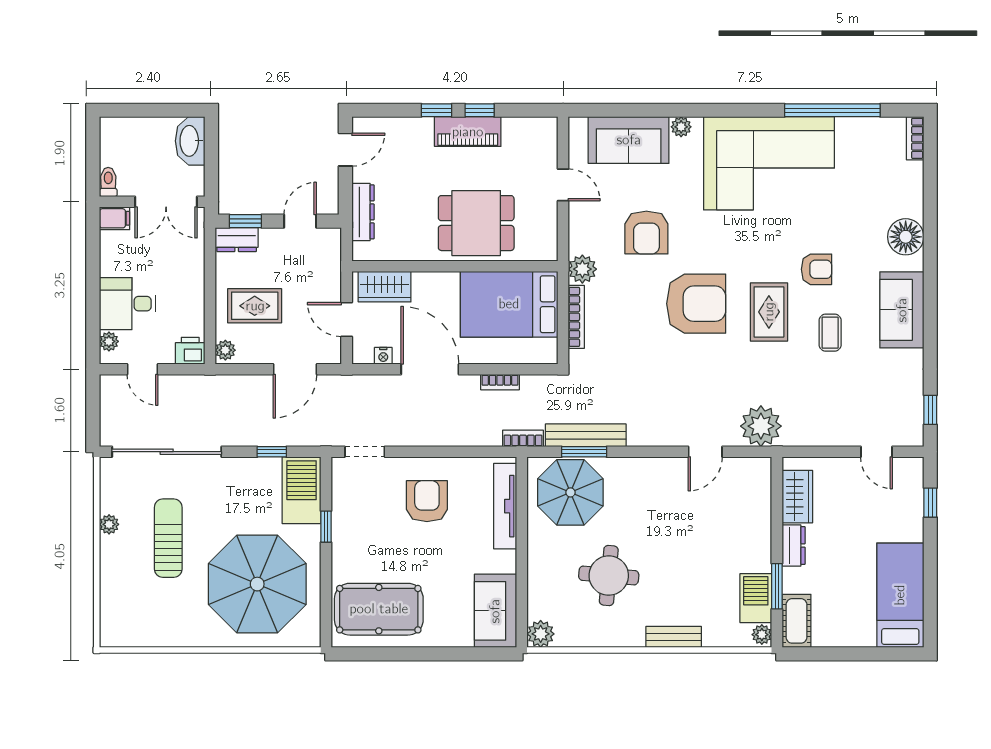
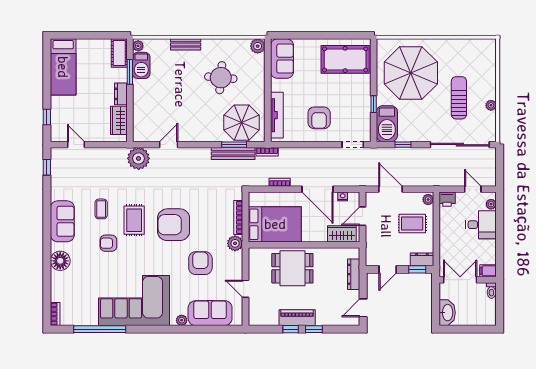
door: (347, 320) -> (363, 216), swing flipped
door: (295, 369) -> (390, 189), hinge flipped
sun lounger: (168, 538) -> (459, 98), turned 180

